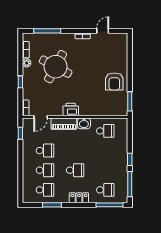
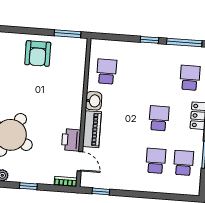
armchair: (114, 81) -> (38, 53), turned 90
printer: (71, 110) -> (71, 140), moved
school desk: (45, 151) -> (128, 159), removed

